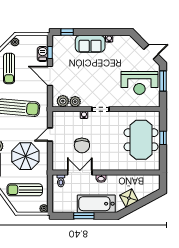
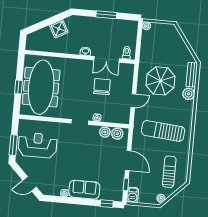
door: (151, 52) -> (30, 184), moved
barbecue: (43, 54) -> (133, 195), moved
meeting table: (141, 140) -> (41, 87), width x1.36
sun lounger: (25, 190) -> (164, 47), removed
bathtub: (96, 204) -> (93, 26), removed

